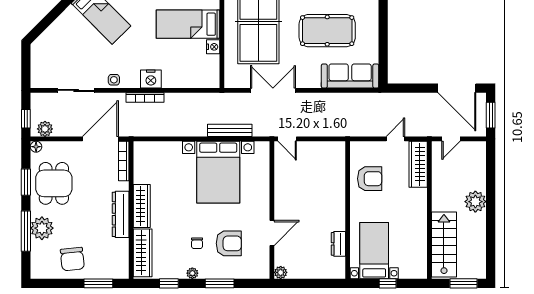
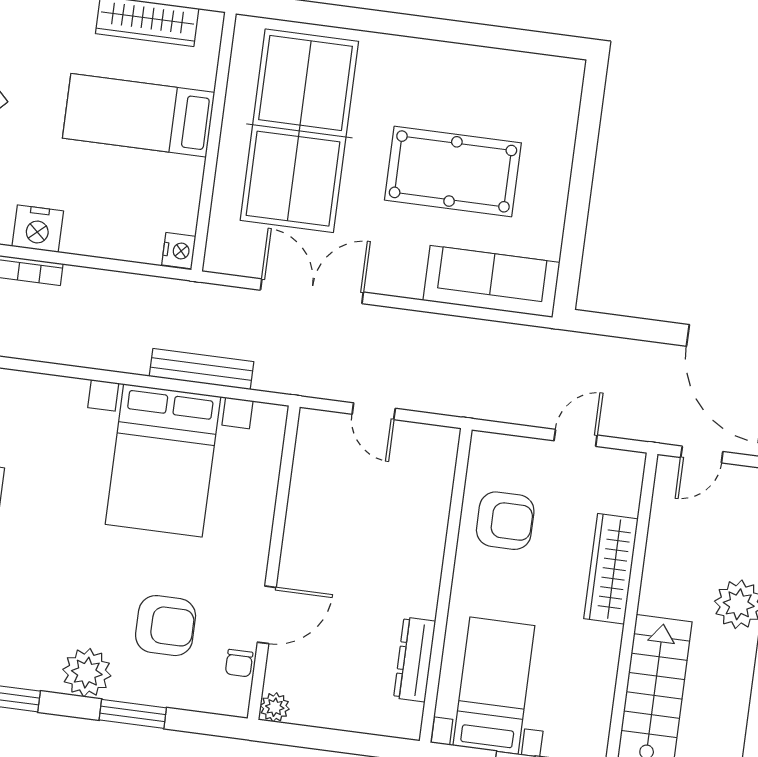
nightstand: (213, 47) -> (179, 251), moved
door: (287, 139) -> (374, 411), moved
wardrobe: (418, 164) -> (611, 569), moved
chair: (197, 243) -> (239, 663), moved
dresser: (338, 244) -> (415, 659), width x1.44
plant: (192, 273) -> (87, 673), width x1.87, depth x1.87

